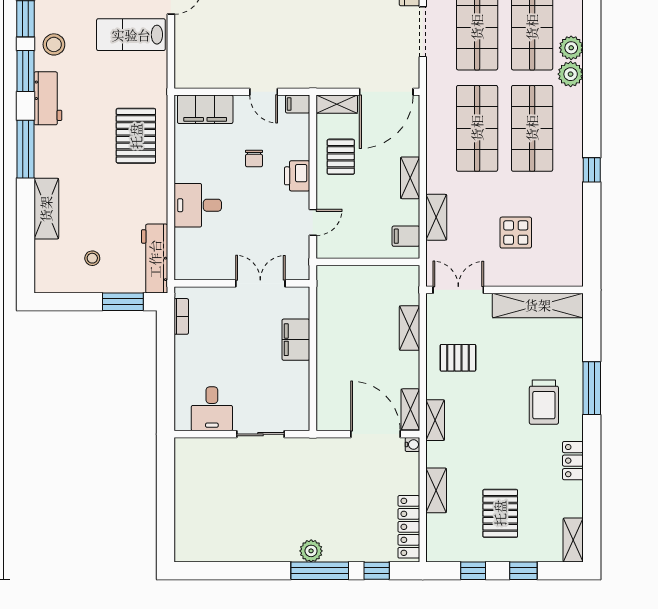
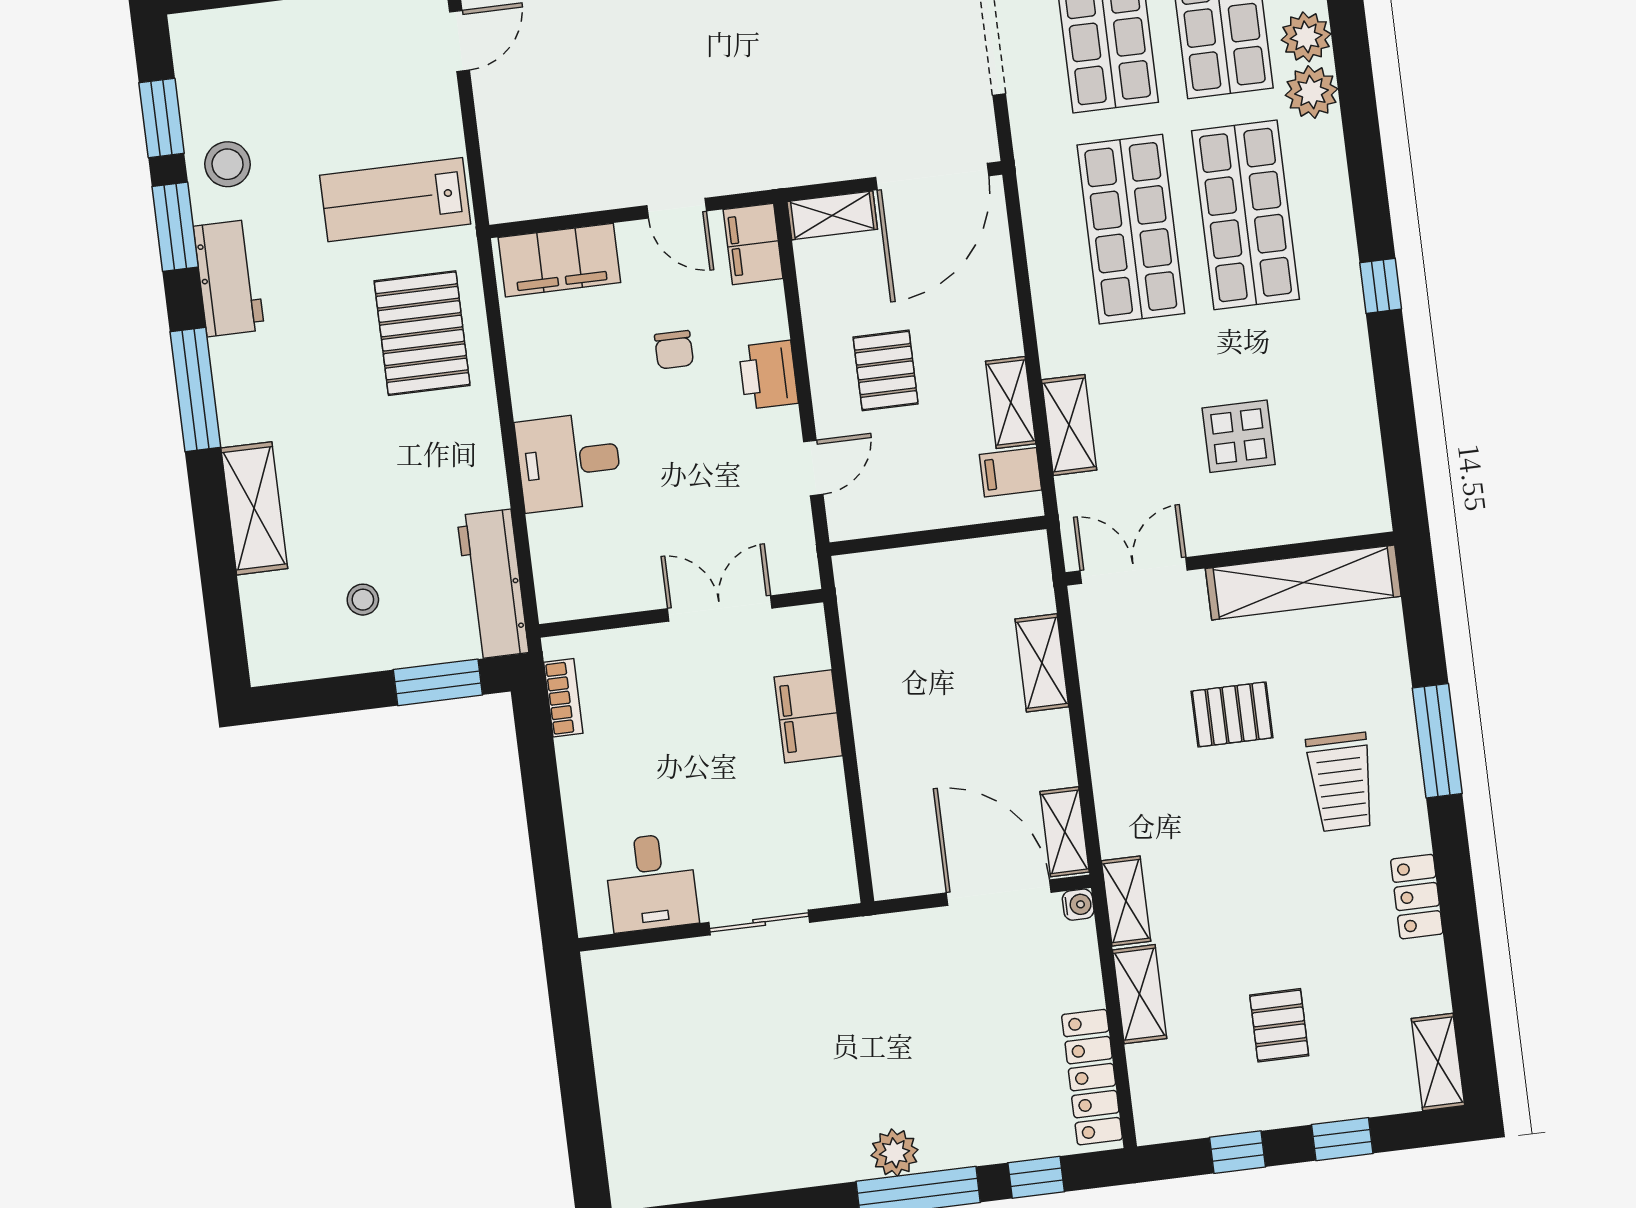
lab bench: (131, 35) -> (395, 200), moved
filing cabinet: (298, 104) -> (753, 244), width x2.00
pallet: (341, 157) -> (886, 370), moved
shelving: (410, 178) -> (1011, 403), moved
pallet: (458, 358) -> (1232, 714), moved
shelving: (435, 420) -> (1126, 901), moved
pallet: (500, 513) -> (1279, 1025), width x0.67, depth x0.71

